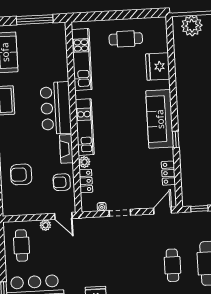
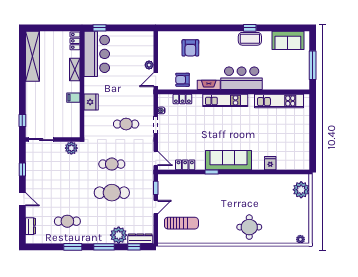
cafe table: (126, 39) -> (294, 137), removed
fridge: (158, 67) -> (270, 163), width x0.53, depth x0.75
plant: (84, 162) -> (198, 99), removed
armchair: (21, 174) -> (190, 48), turned 180
armchair: (62, 182) -> (183, 80), turned -90
cafe table: (22, 245) -> (126, 124), moved

